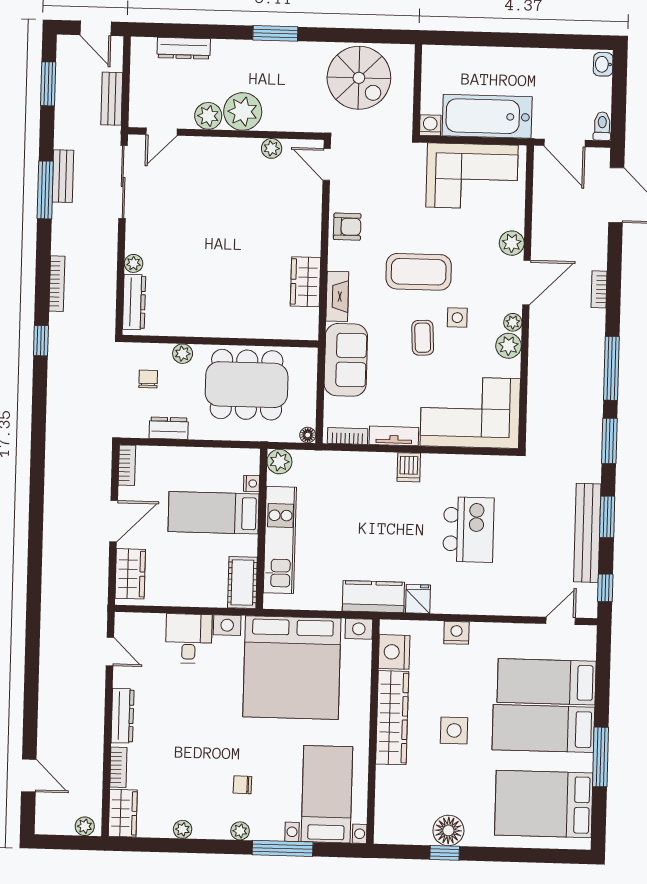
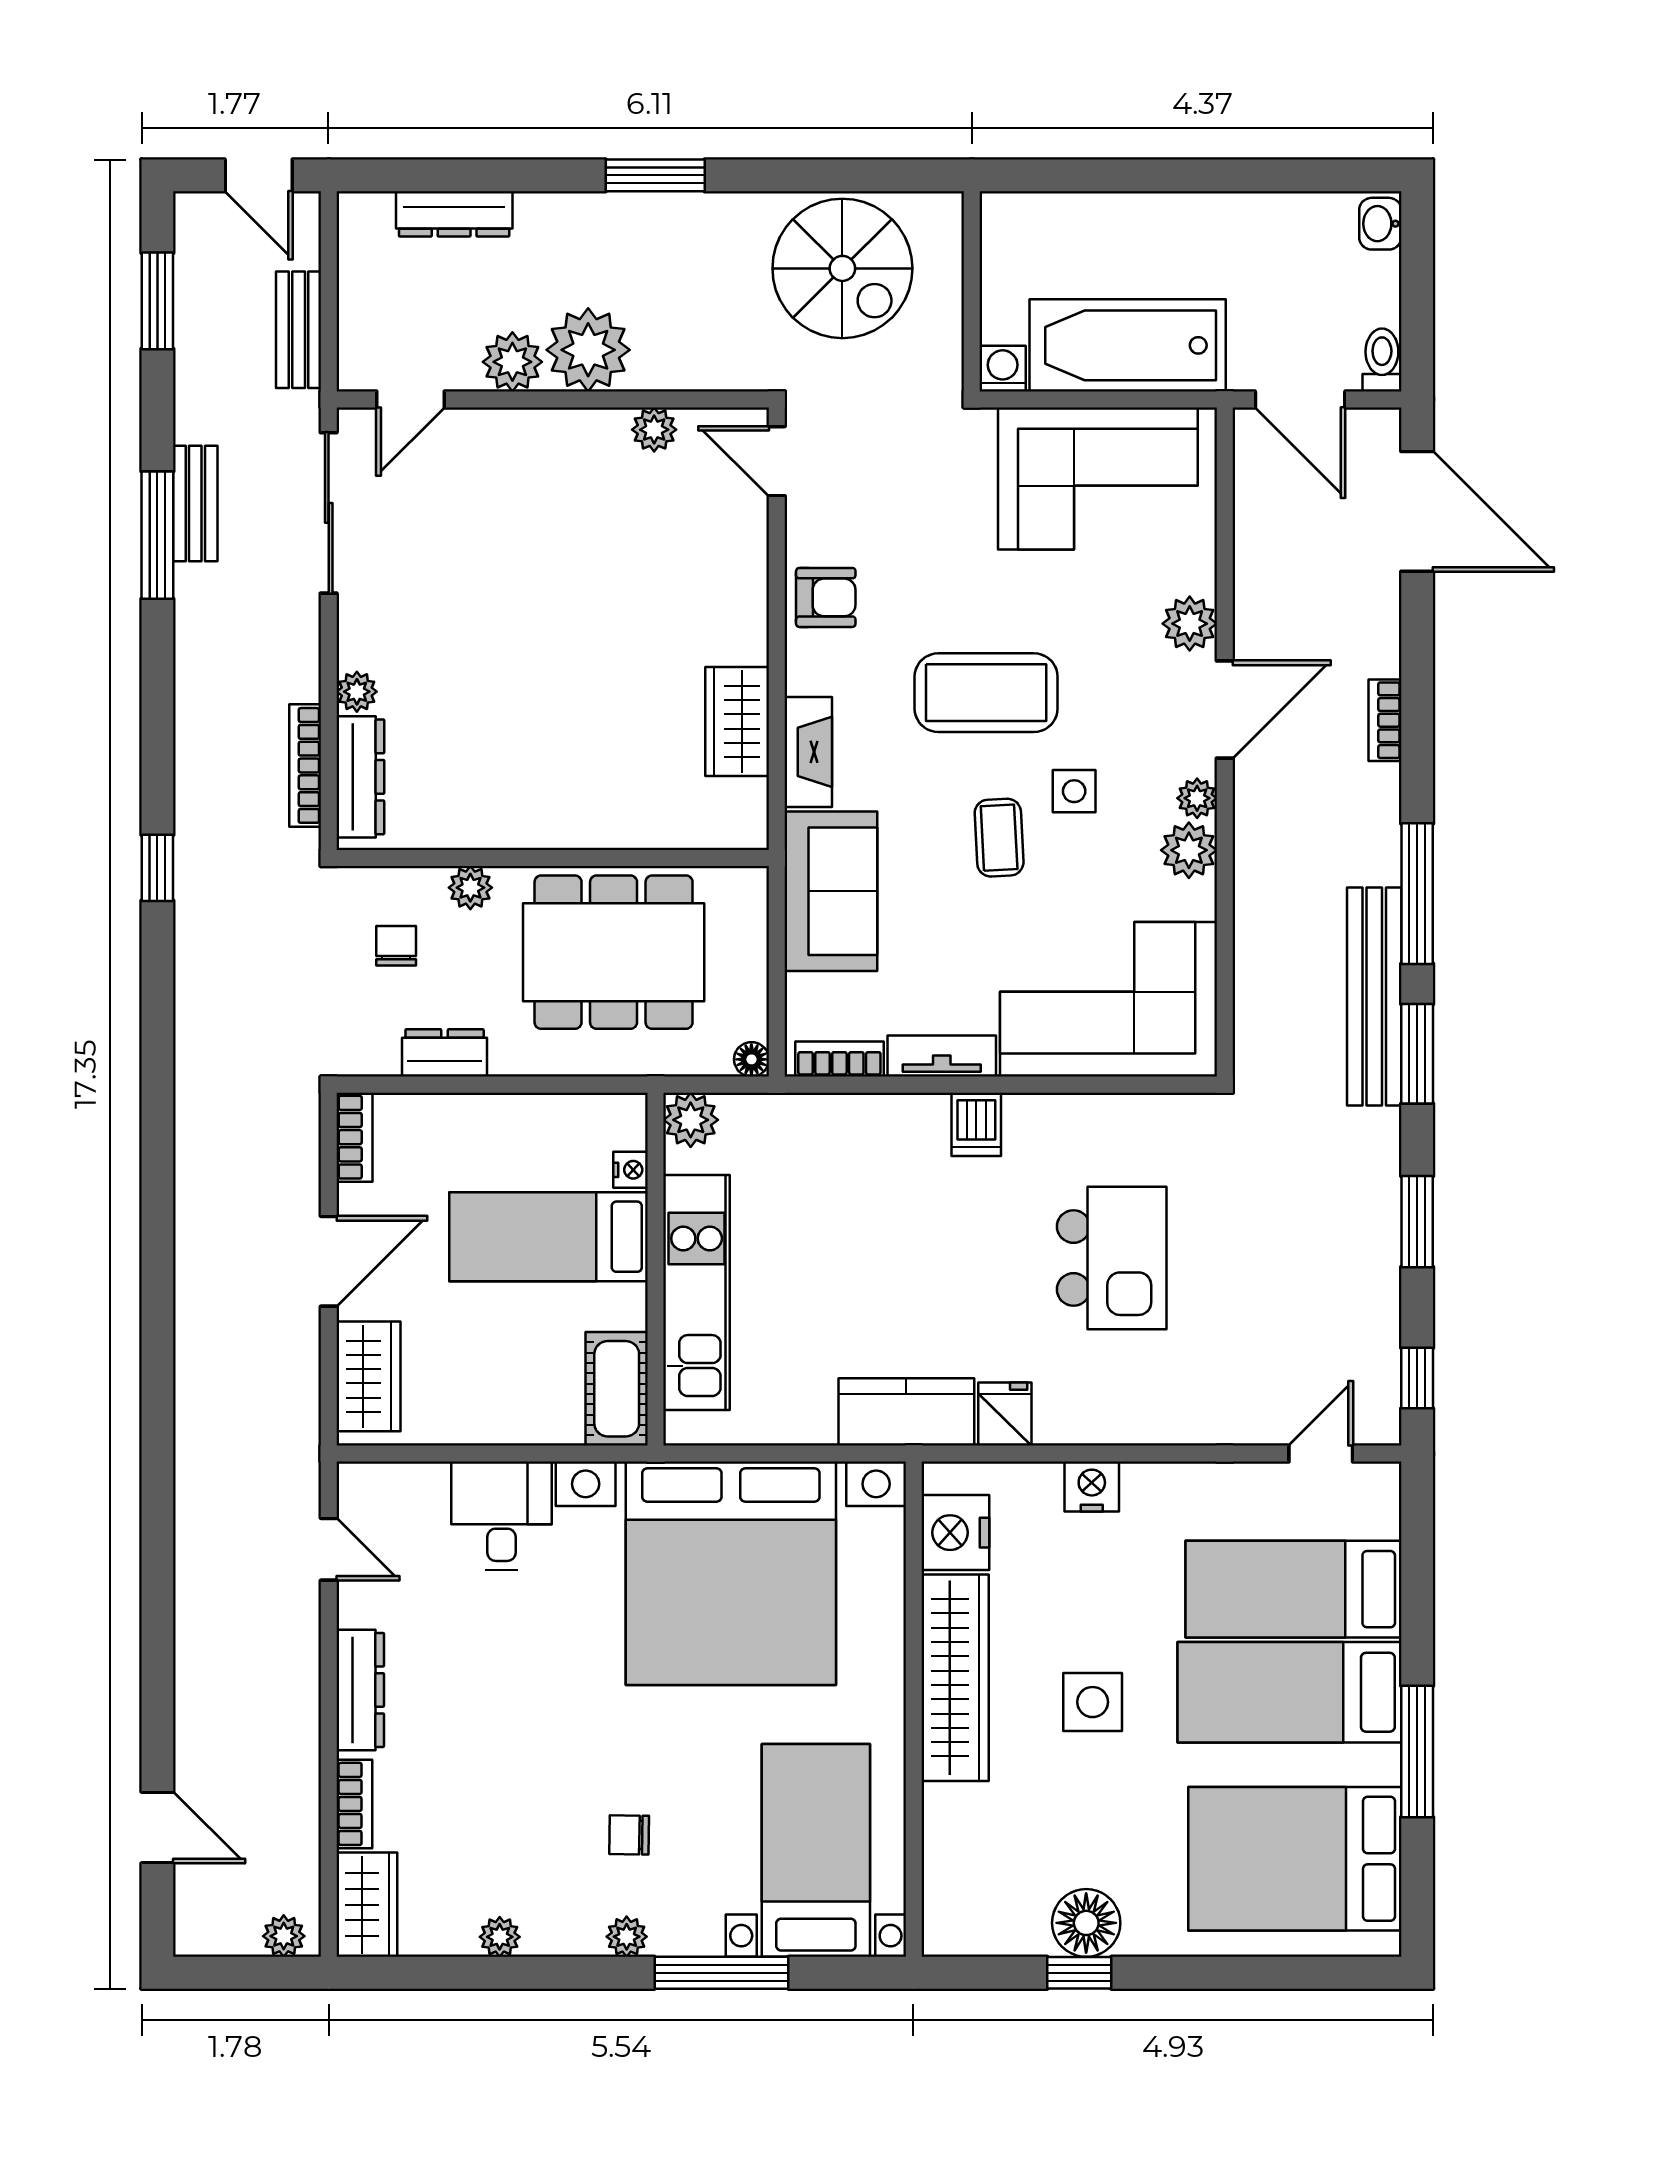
bookcase: (57, 284) -> (305, 765), moved, turned 180
bench: (587, 533) -> (1374, 996), moved

